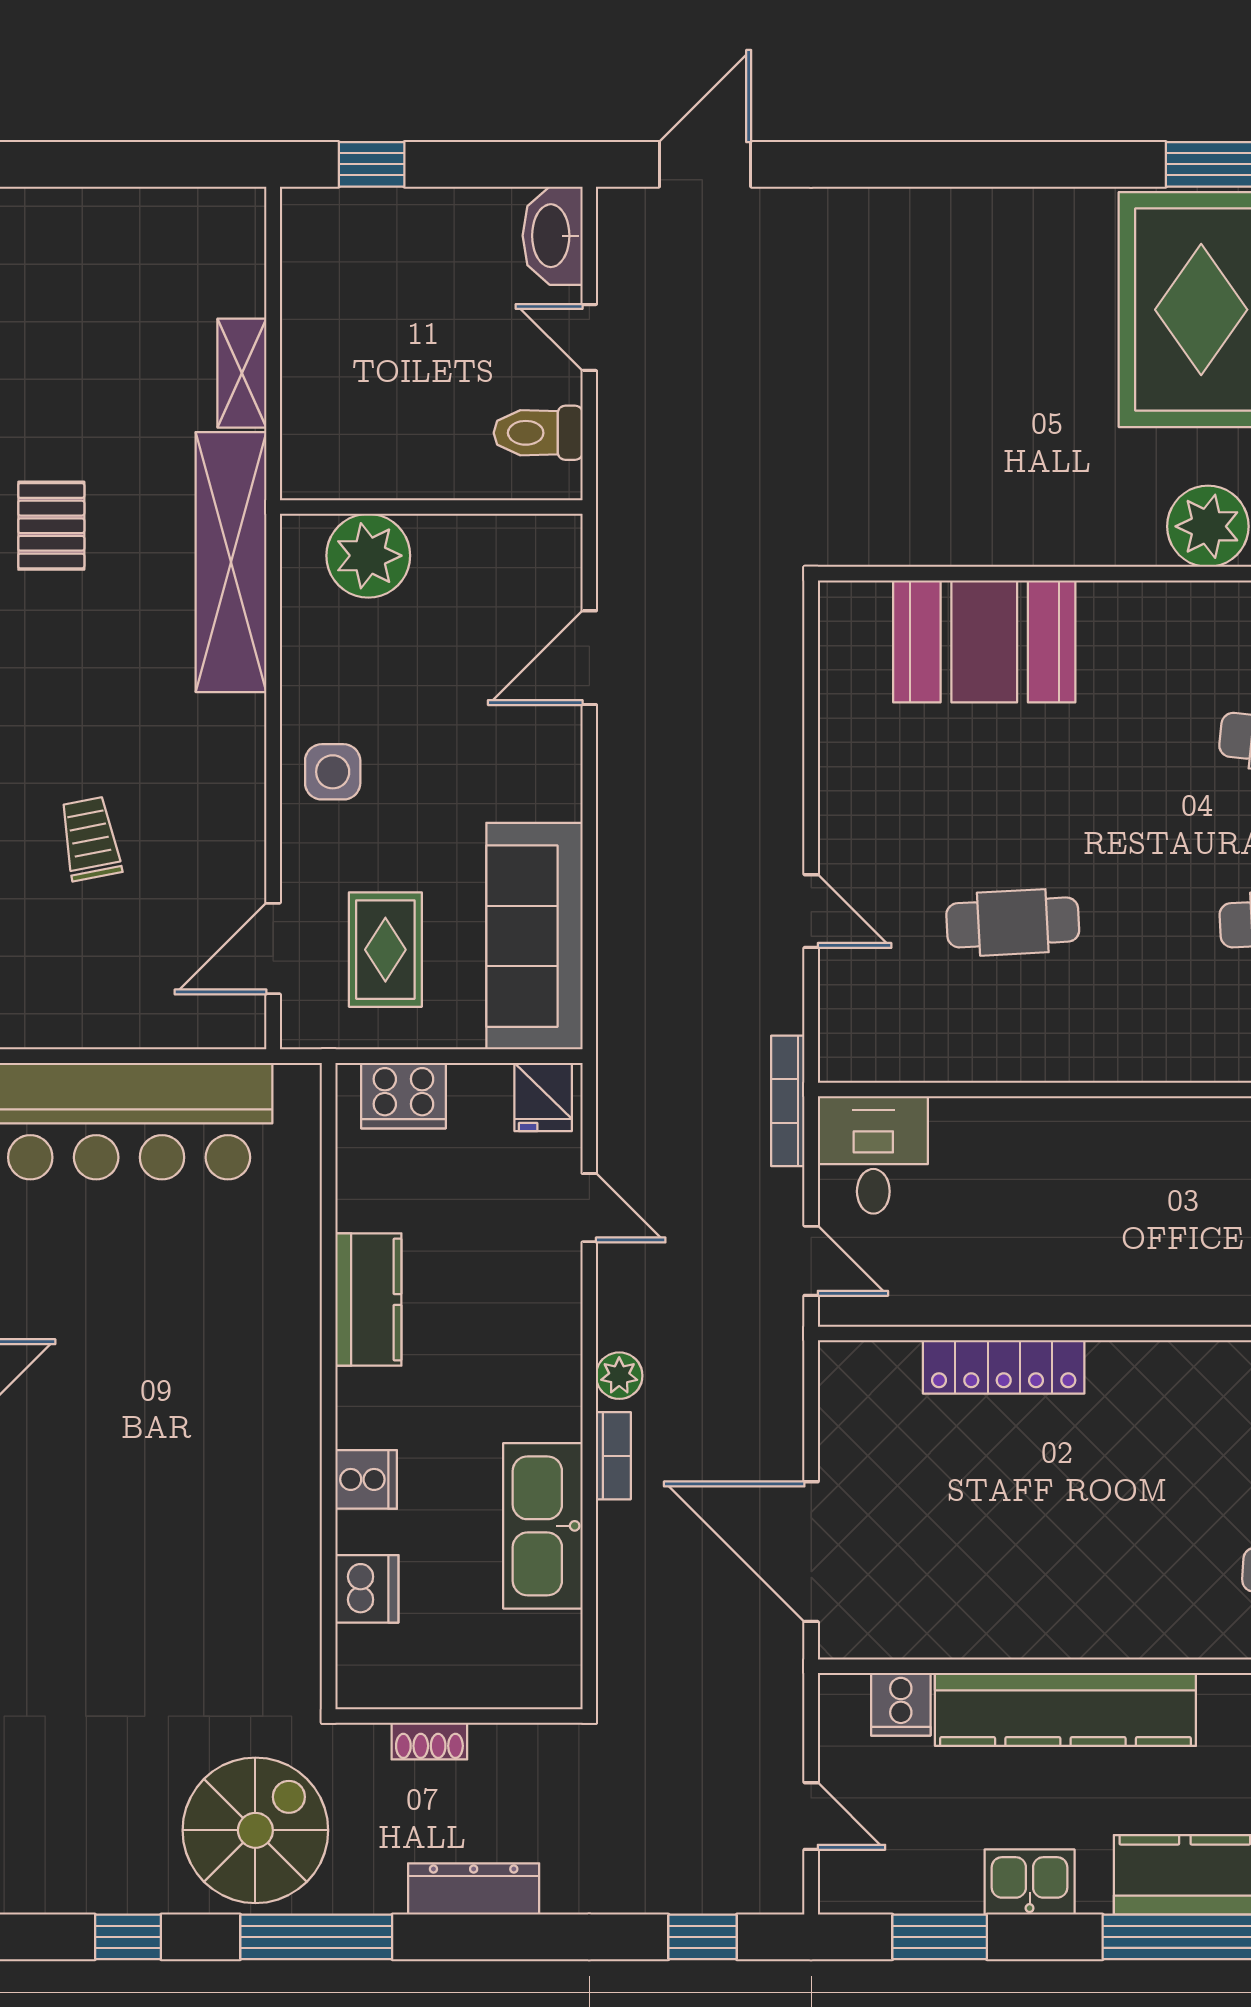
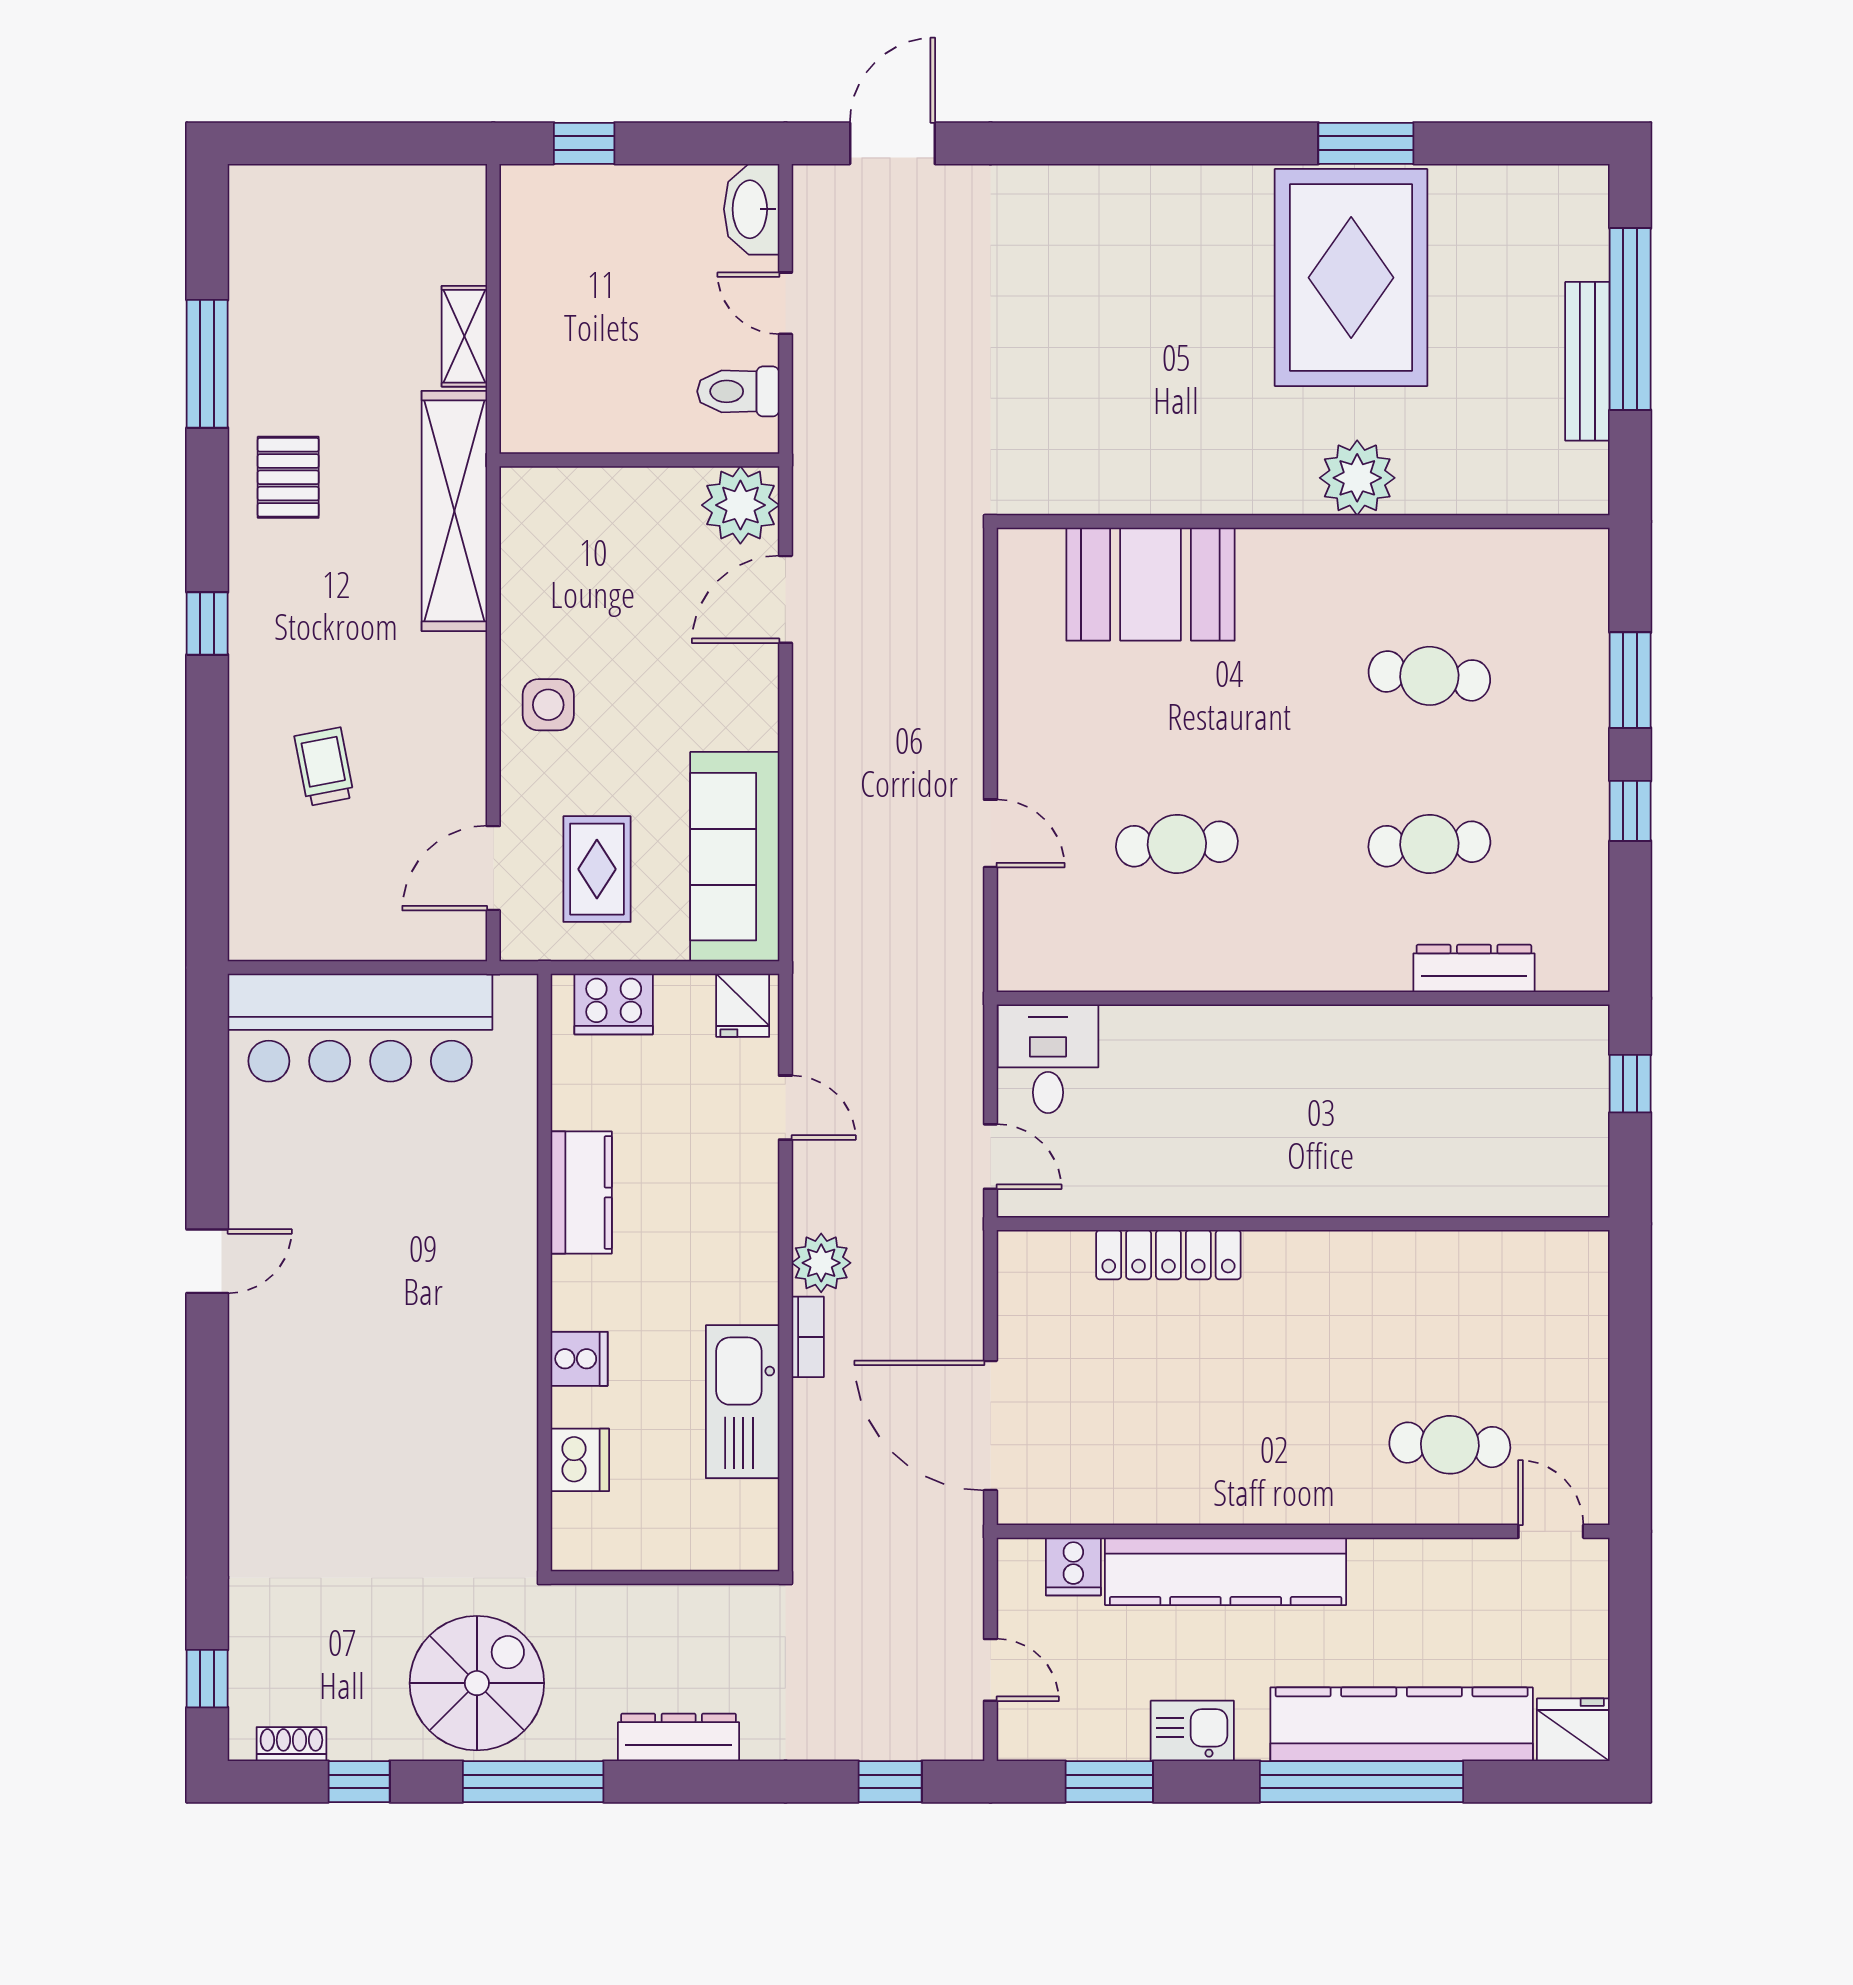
plant: (368, 556) -> (740, 505), moved
bookcase: (788, 1101) -> (969, 1009), removed
plant: (619, 1376) -> (821, 1263), width x1.38, depth x1.38
shoe rack: (429, 1741) -> (291, 1744), moved, turned 180

